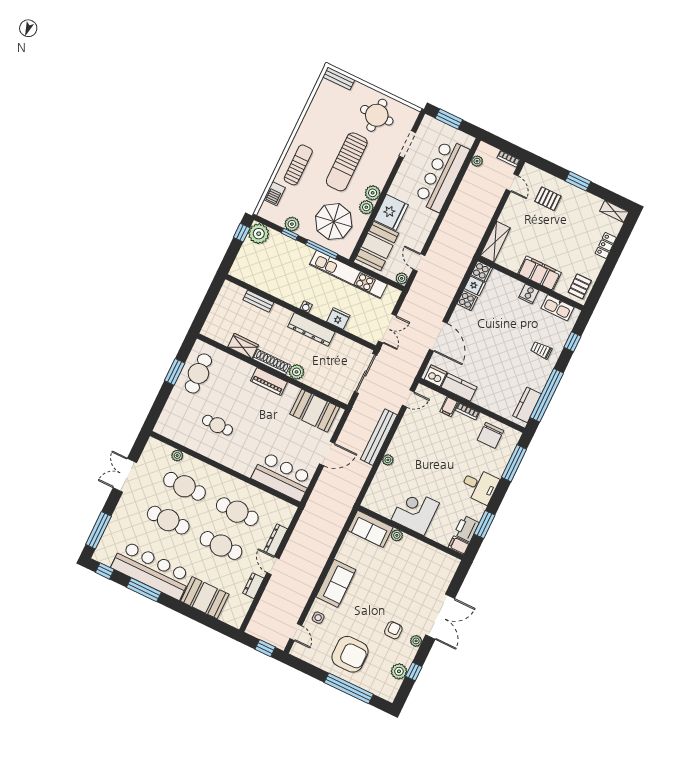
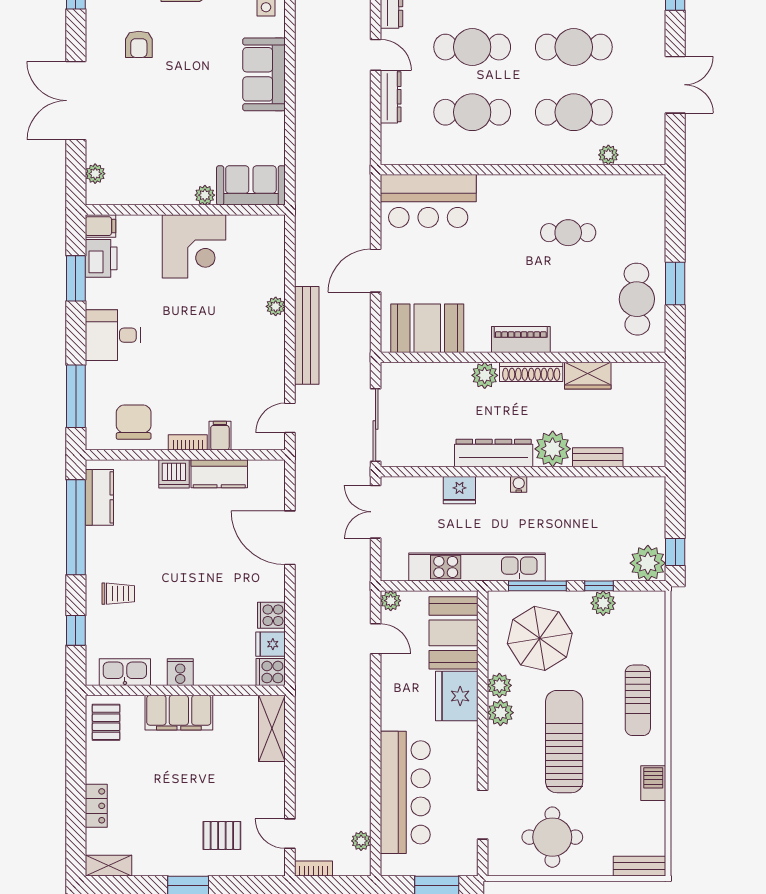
barbecue: (275, 194) -> (653, 783), moved
plant: (280, 317) -> (553, 449), added
dishwasher: (436, 376) -> (174, 474), moved
plant: (416, 641) -> (95, 174), moved

